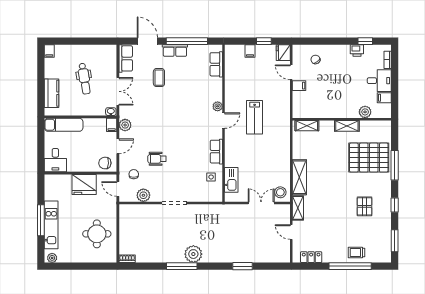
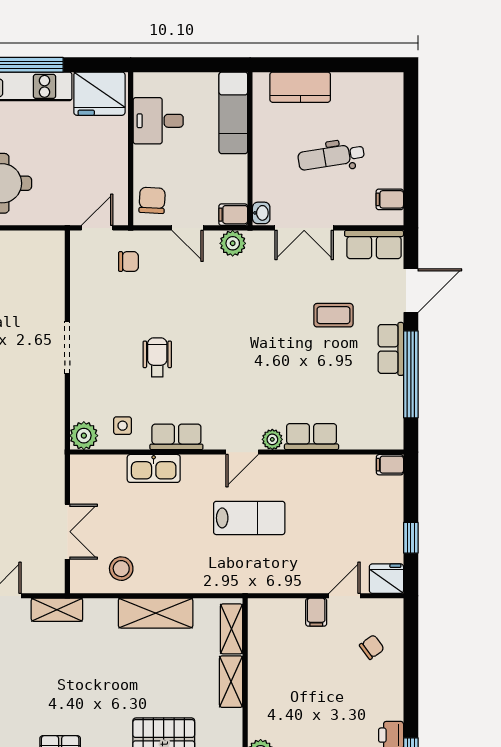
filing cabinet: (49, 51) -> (390, 199), moved
filing cabinet: (250, 51) -> (390, 465), moved
row of seats: (216, 64) -> (312, 437), moved
lab bench: (255, 117) -> (249, 518), turned 180
door: (224, 121) -> (242, 452), hinge flipped
shelving: (347, 126) -> (231, 682), moved
wheelchair: (157, 159) -> (157, 357), moved
desk: (55, 160) -> (158, 121), moved
shelving: (299, 177) -> (156, 613), moved
kitchen sink: (231, 180) -> (154, 468), moved
fridge: (84, 184) -> (99, 94), moved, turned -90
stool: (280, 192) -> (121, 569), moved
plant: (143, 195) -> (84, 436), moved

